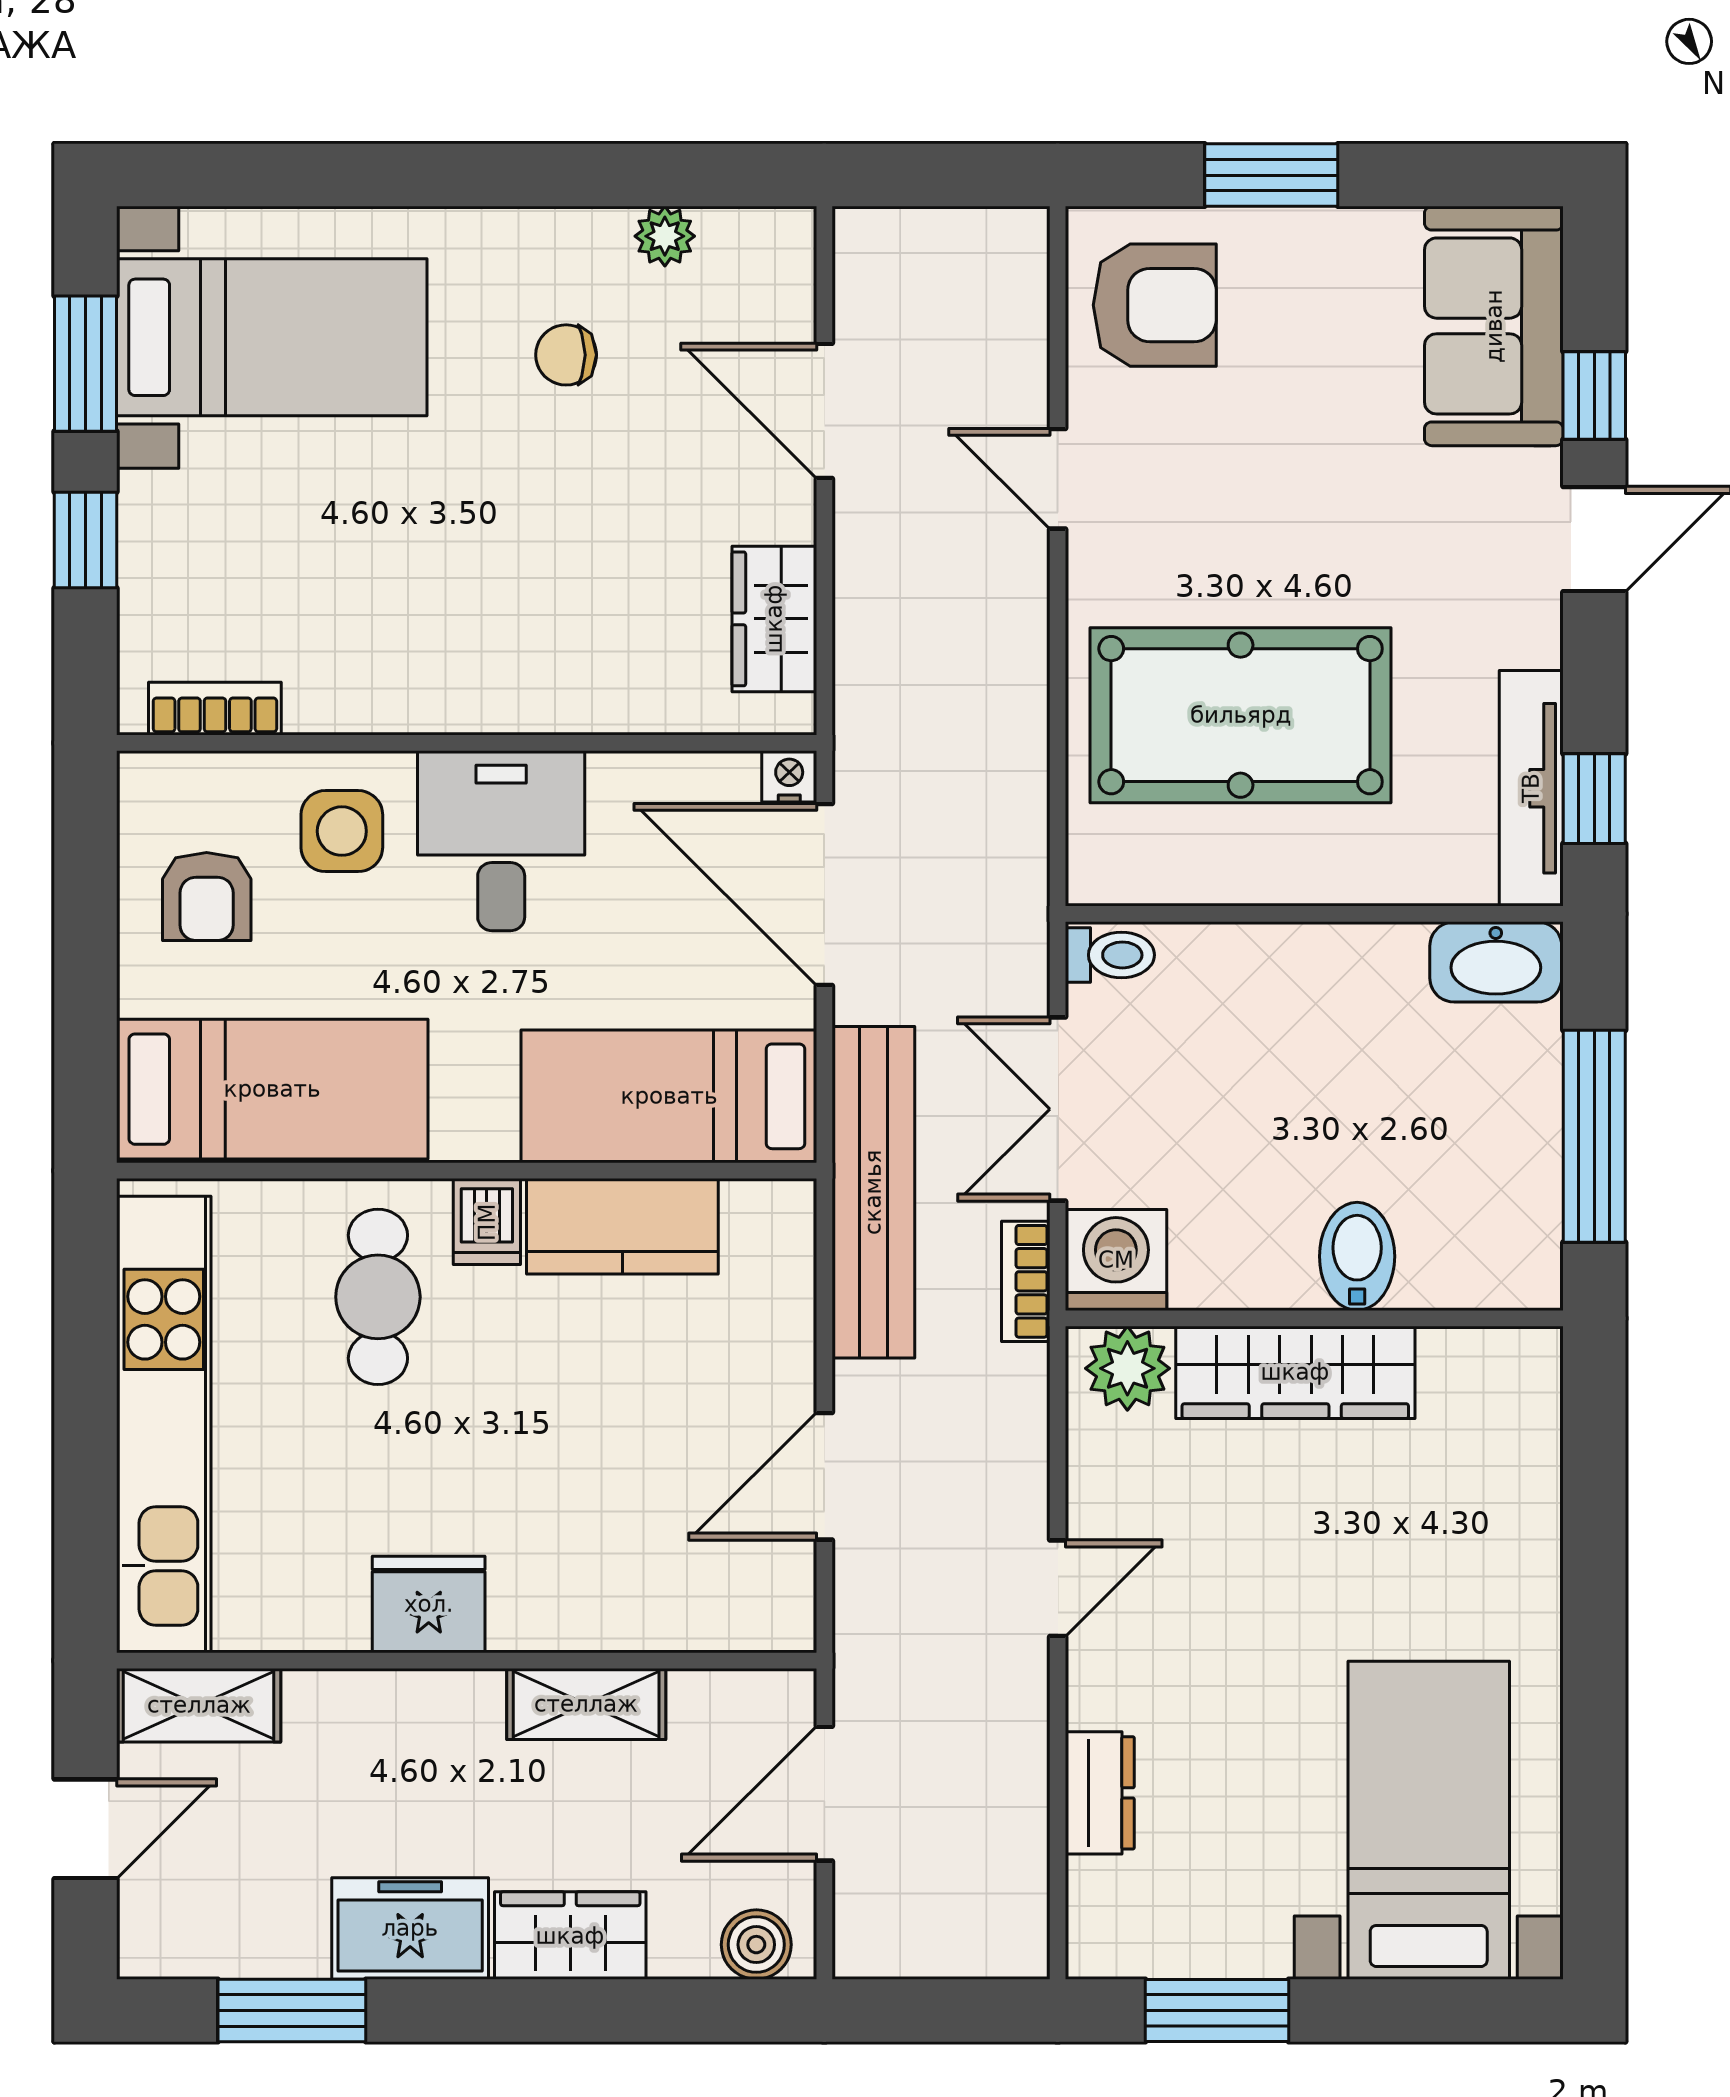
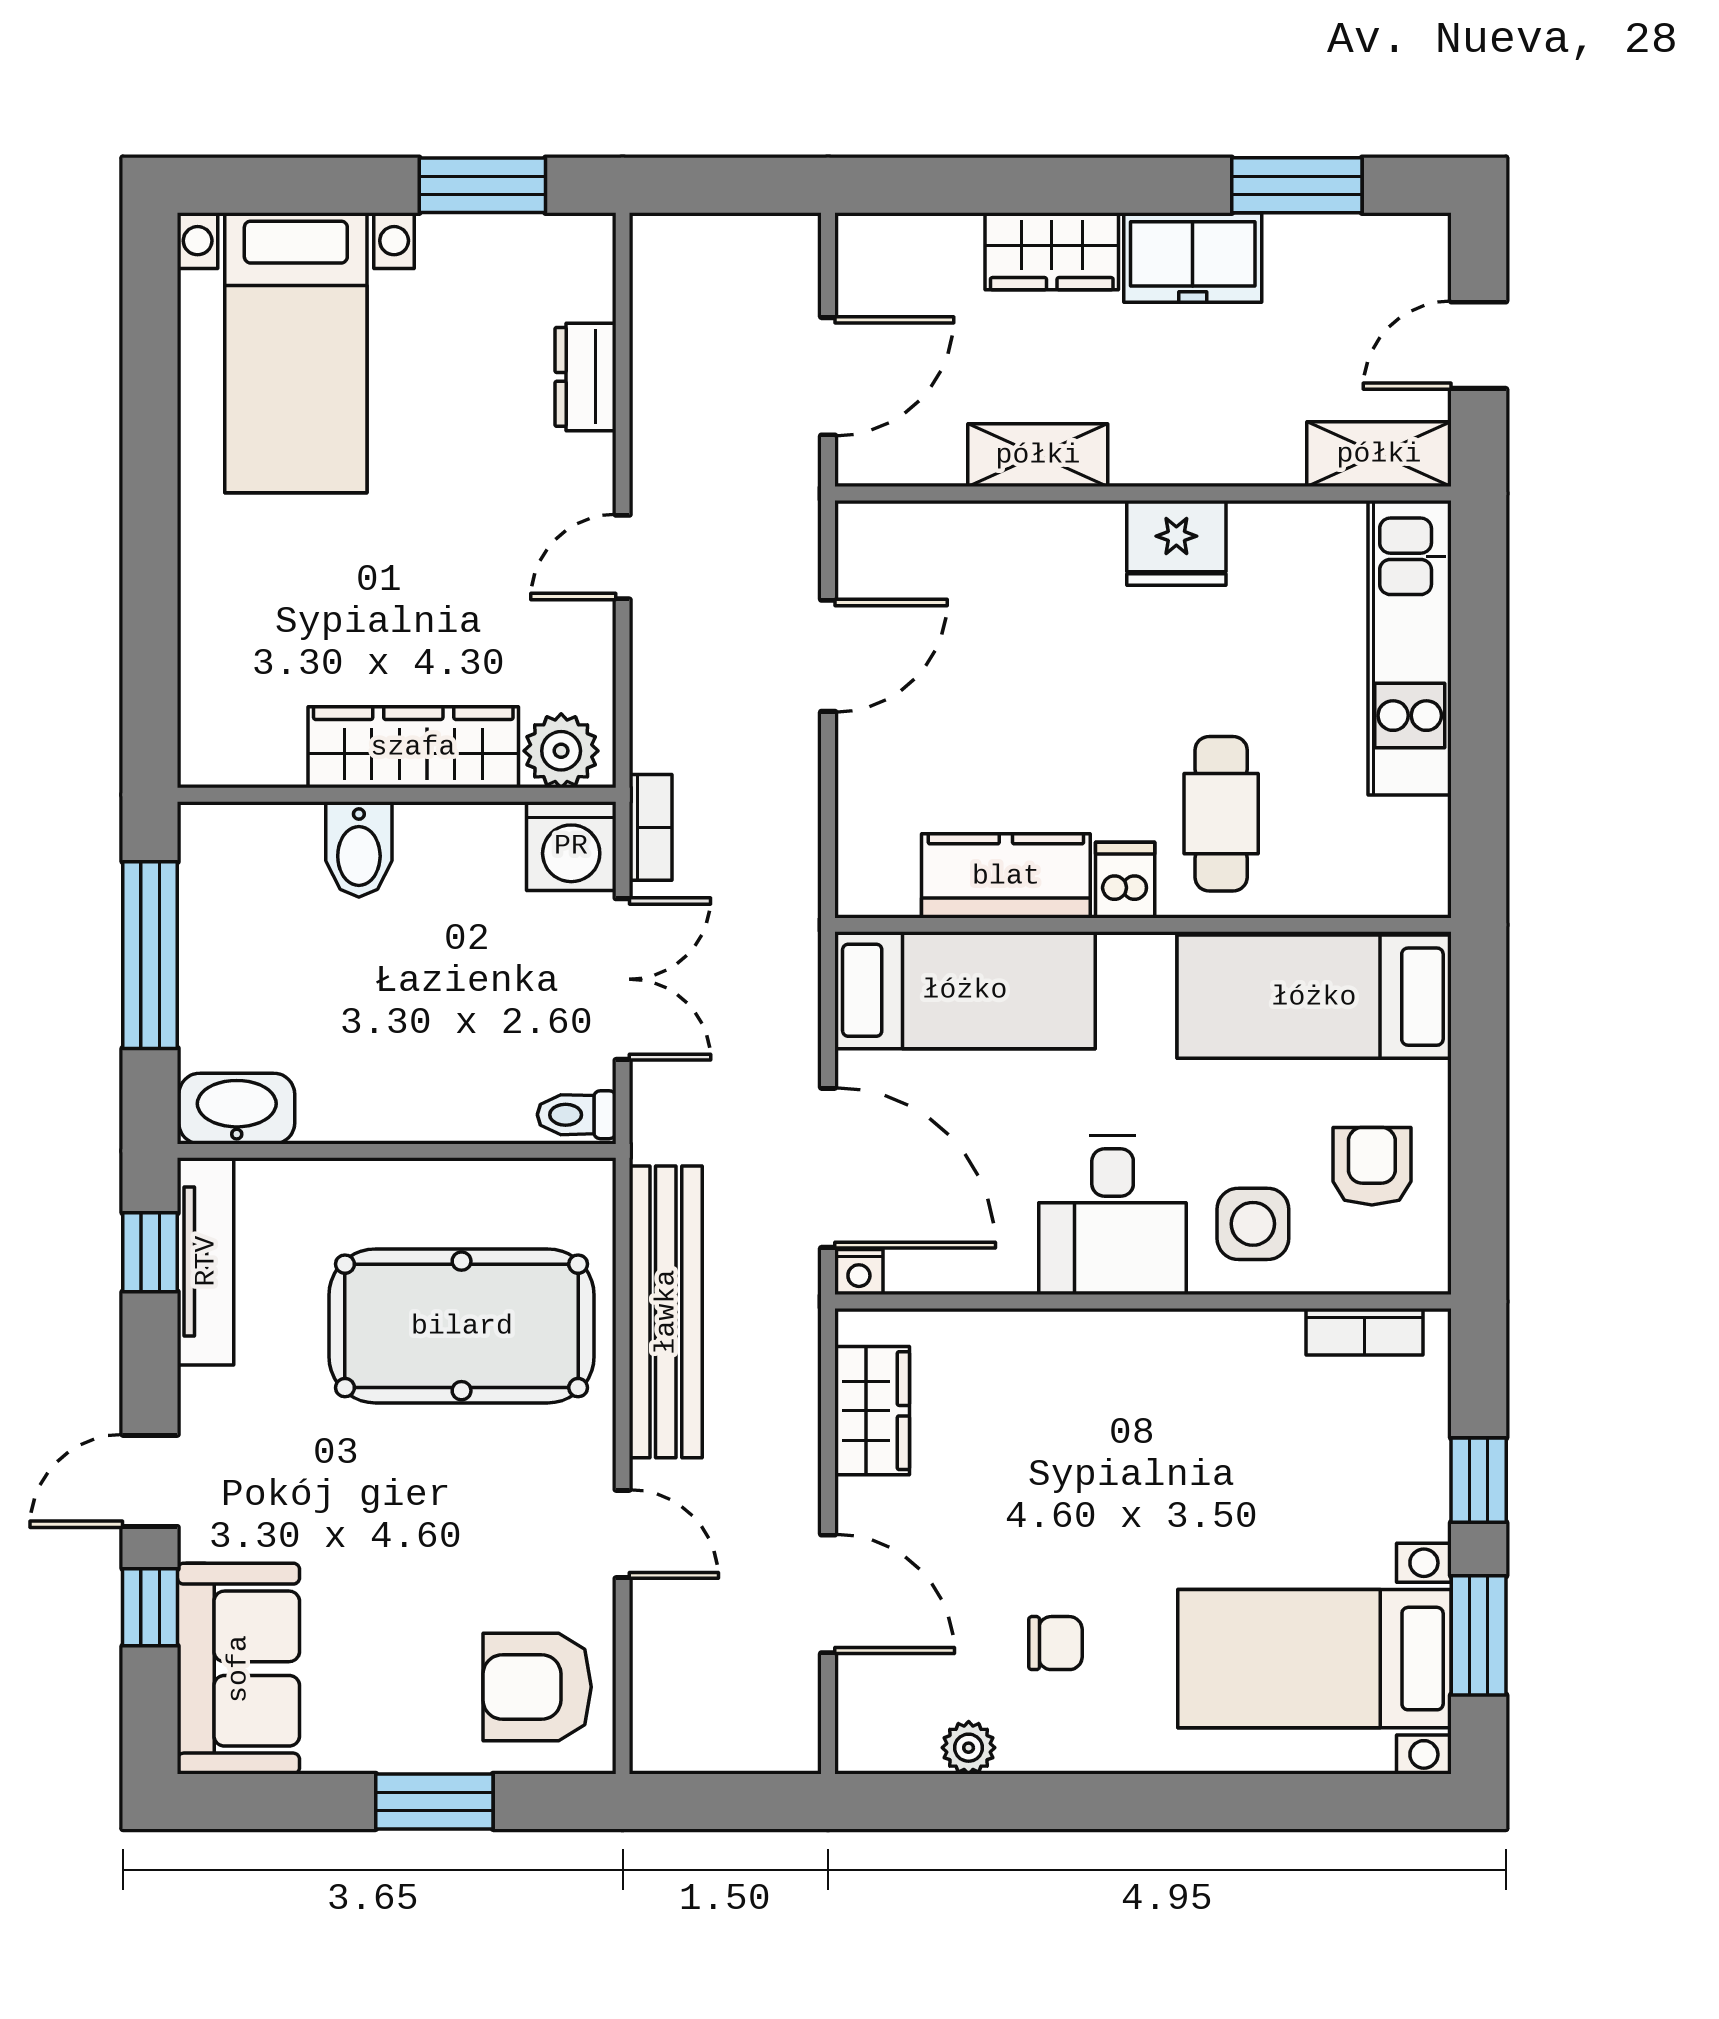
bench: (873, 1192) -> (666, 1312), moved
kitchen unit: (164, 1424) -> (1410, 648), width x0.73
boiler: (756, 1945) -> (888, 243), removed

